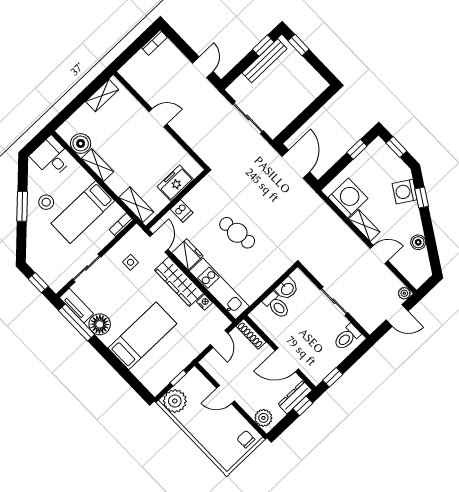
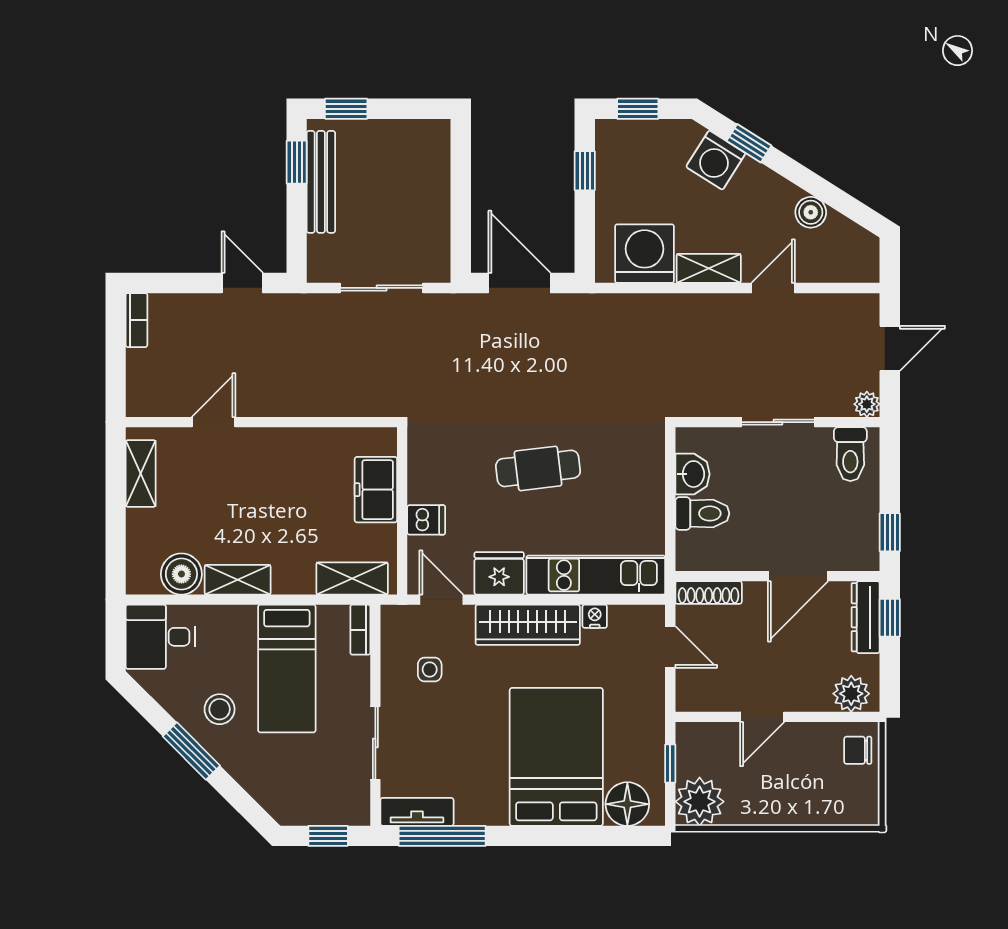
door: (158, 118) -> (213, 422), moved
plant: (404, 293) -> (867, 404), moved
floor lamp: (100, 324) -> (627, 804), moved
bed: (142, 336) -> (556, 757), width x1.50

